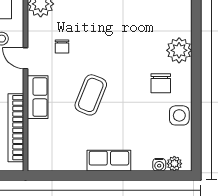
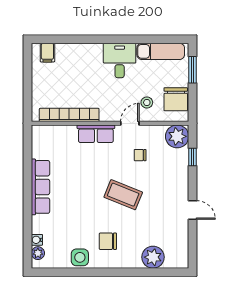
plant: (179, 50) -> (153, 257), moved
coffee table: (91, 95) -> (123, 195), moved
row of seats: (109, 161) -> (40, 187), width x1.48

